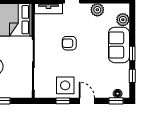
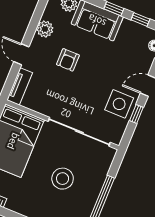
armchair: (69, 43) -> (68, 60), moved

